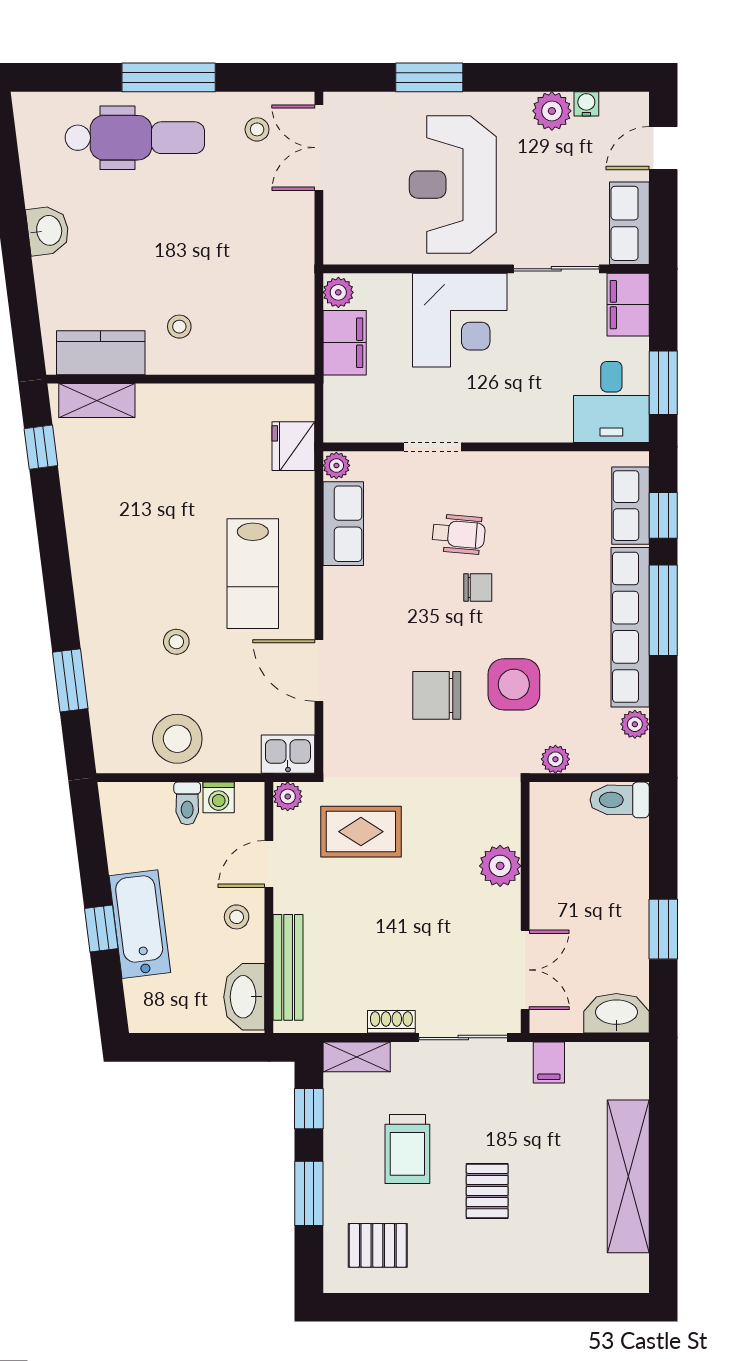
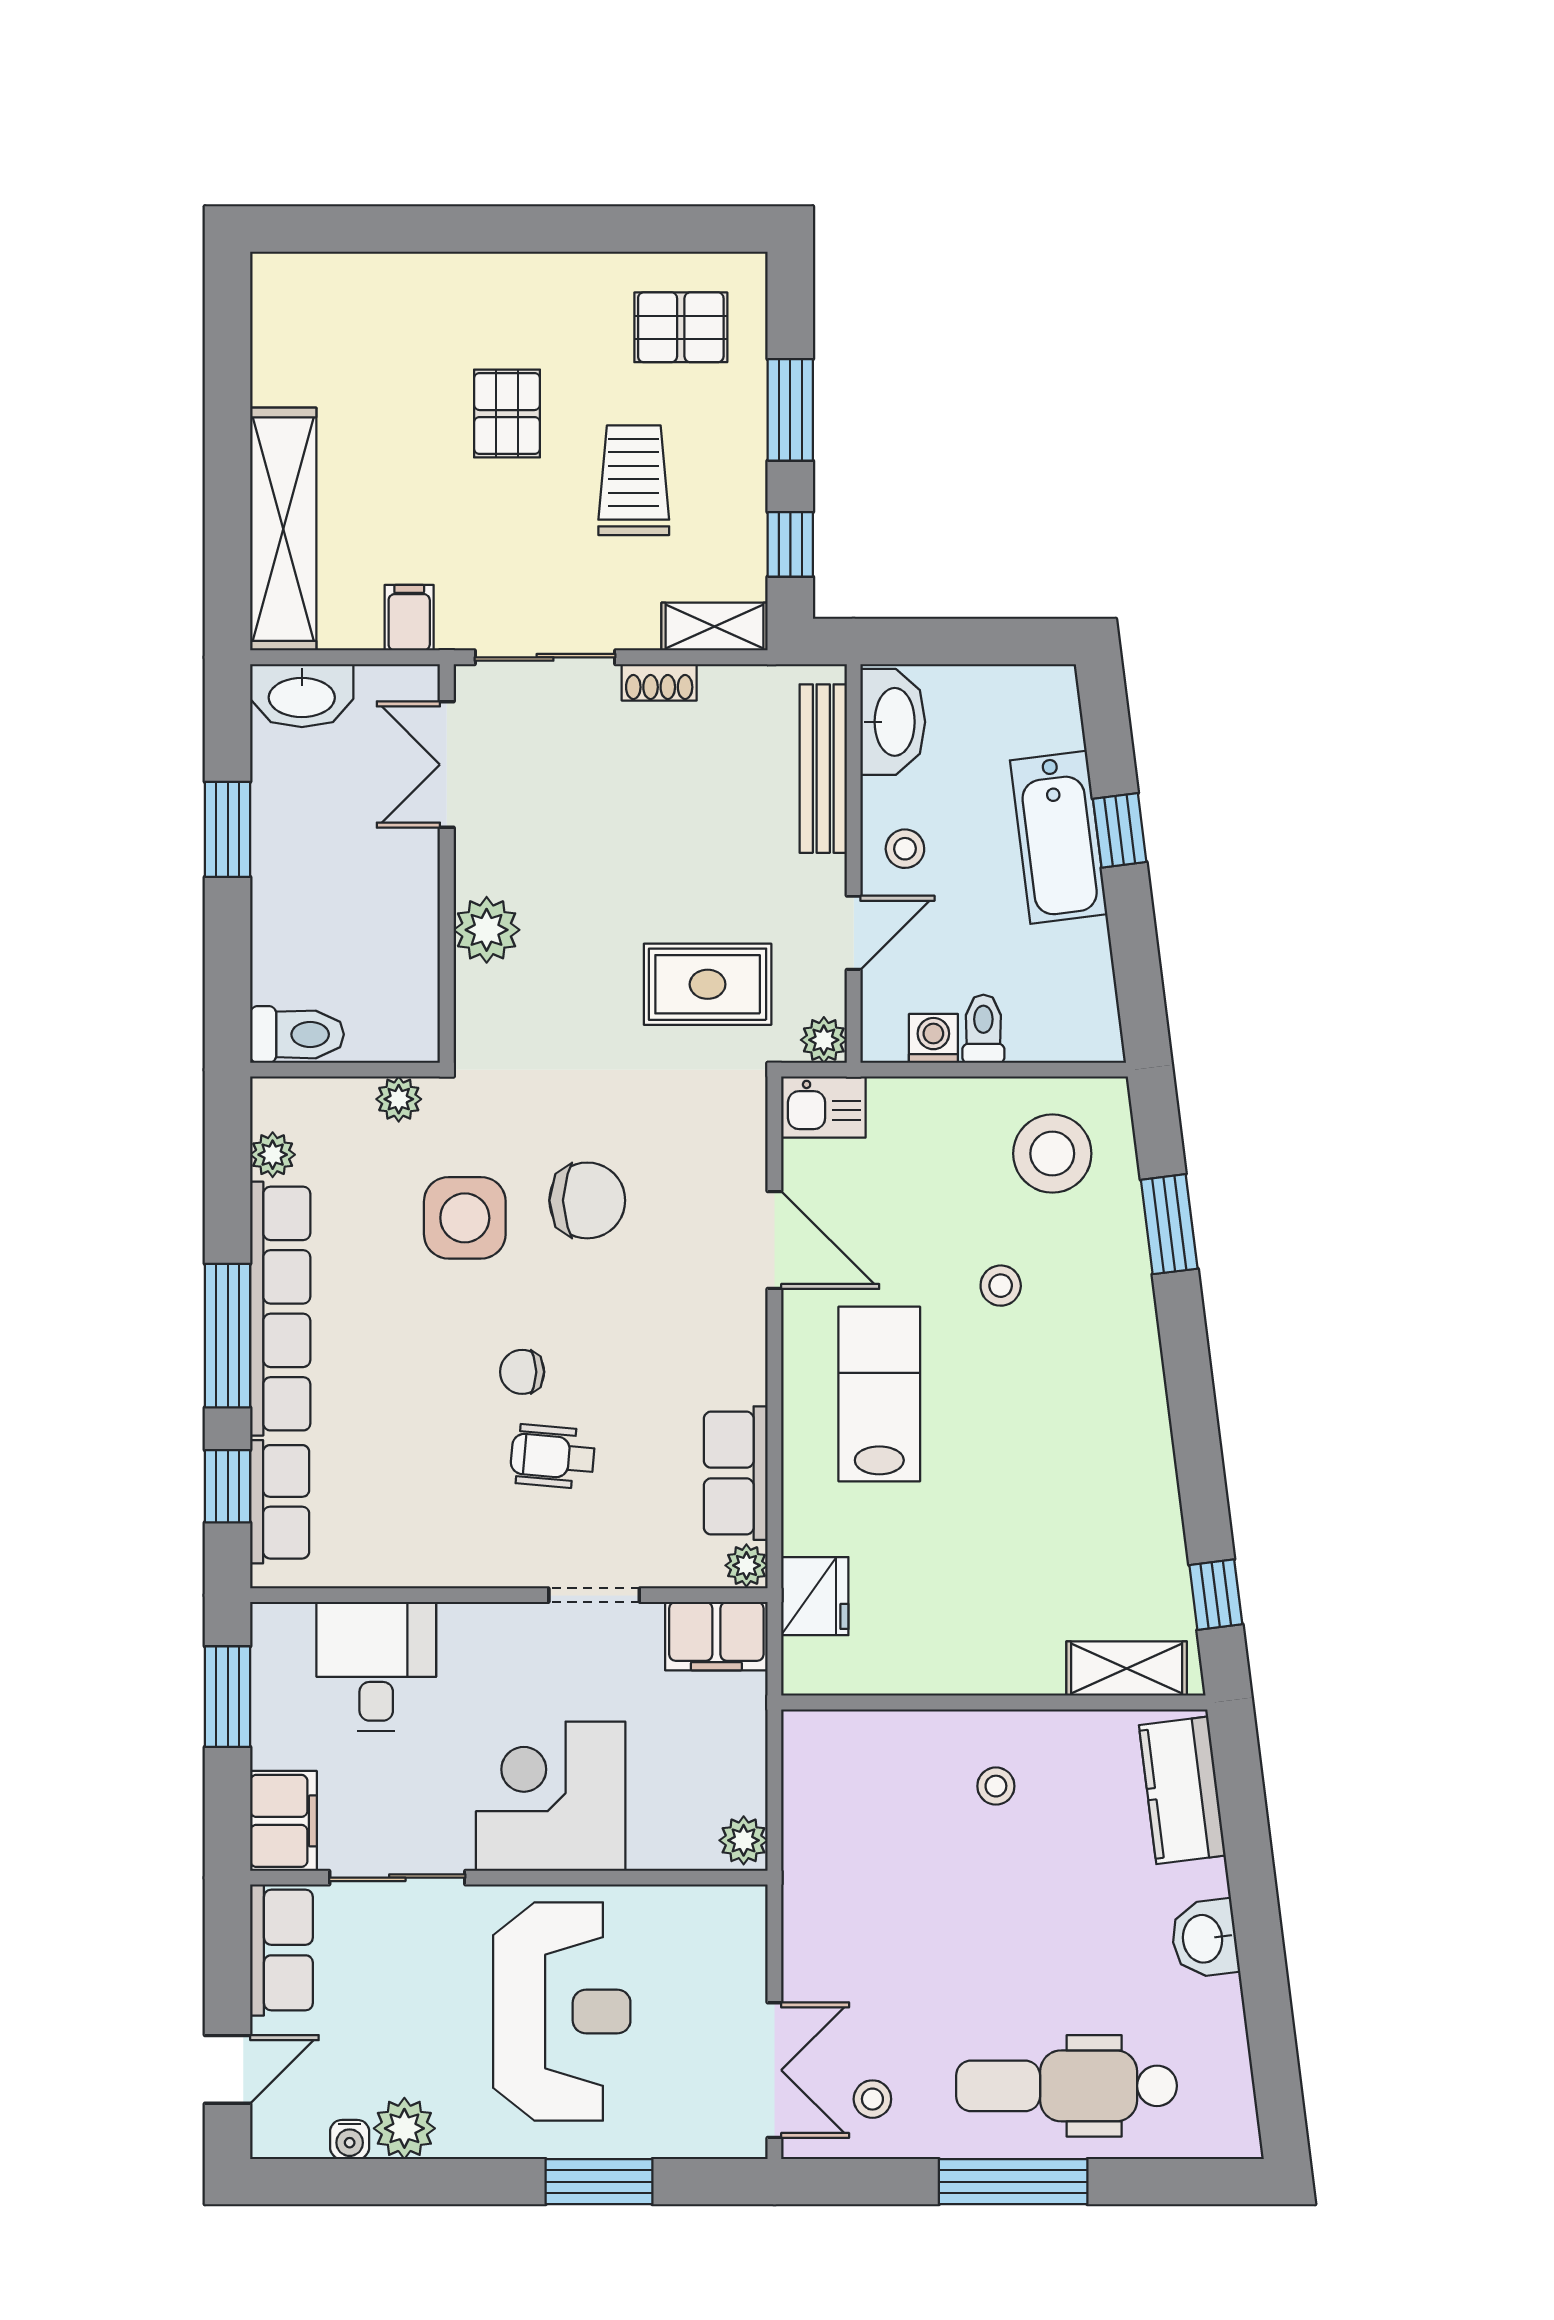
filing cabinet: (345, 343) -> (716, 1636), moved, turned -90
kitchen counter: (101, 353) -> (1182, 1790), moved, turned 83
desk: (611, 402) -> (376, 1666), moved
stool: (177, 739) -> (1052, 1154), moved
shelving: (628, 1176) -> (283, 529), moved

